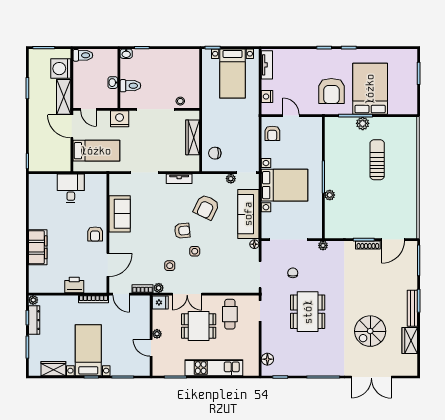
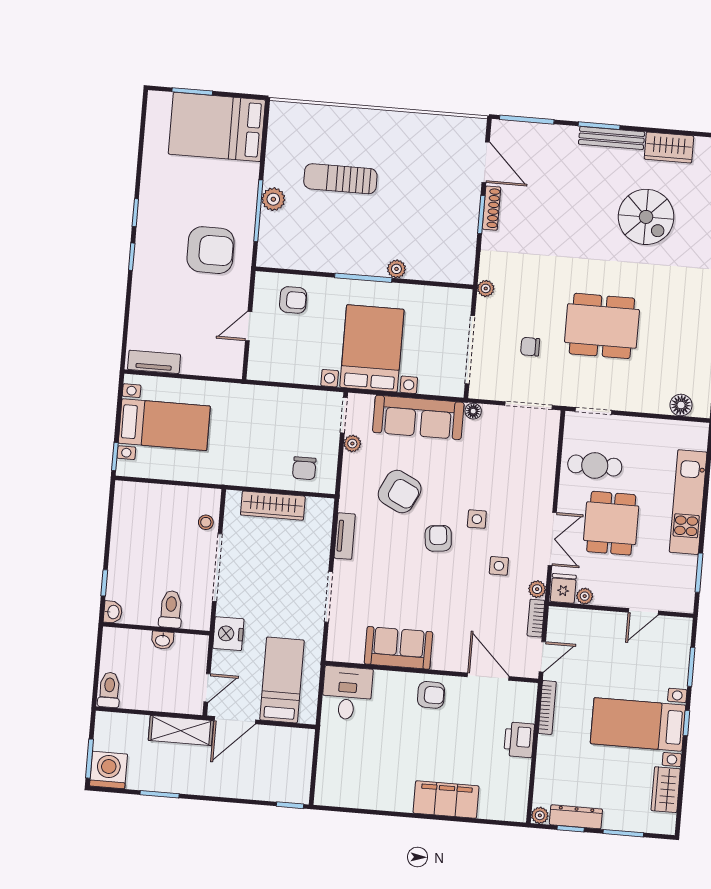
washing machine: (61, 69) -> (108, 770), moved, turned 180
bed: (370, 89) -> (217, 127), moved
nightstand: (267, 96) -> (211, 366), removed
armchair: (272, 133) -> (293, 300), moved
desk: (71, 188) -> (347, 693), moved, turned 90
plant: (157, 334) -> (585, 596), moved

